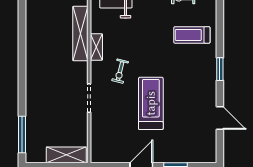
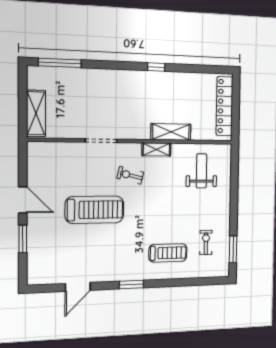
shelving: (80, 33) -> (171, 132), width x0.68
treadmill: (192, 35) -> (168, 253), turned 90
window: (22, 48) -> (156, 67), added

